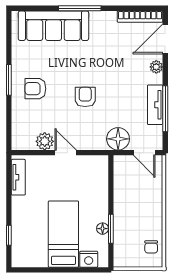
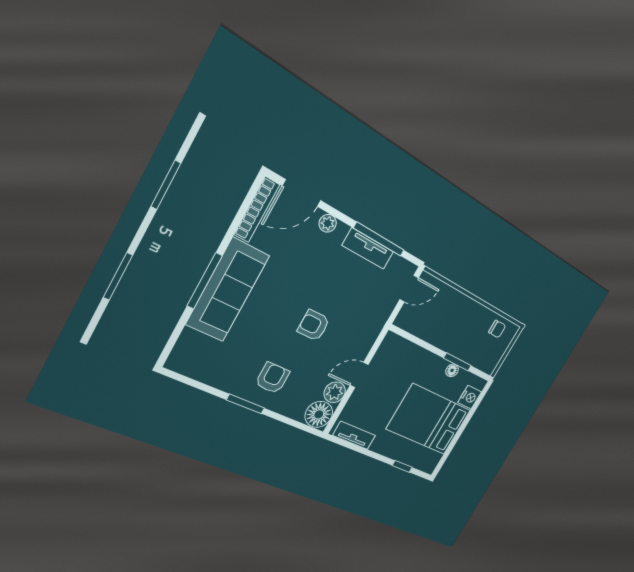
sofa: (53, 26) -> (228, 290), moved
door: (165, 39) -> (302, 193), hinge flipped
armchair: (35, 89) -> (272, 378), turned 180
floor lamp: (118, 139) -> (319, 414), moved
bed: (63, 234) -> (429, 420), width x1.50

